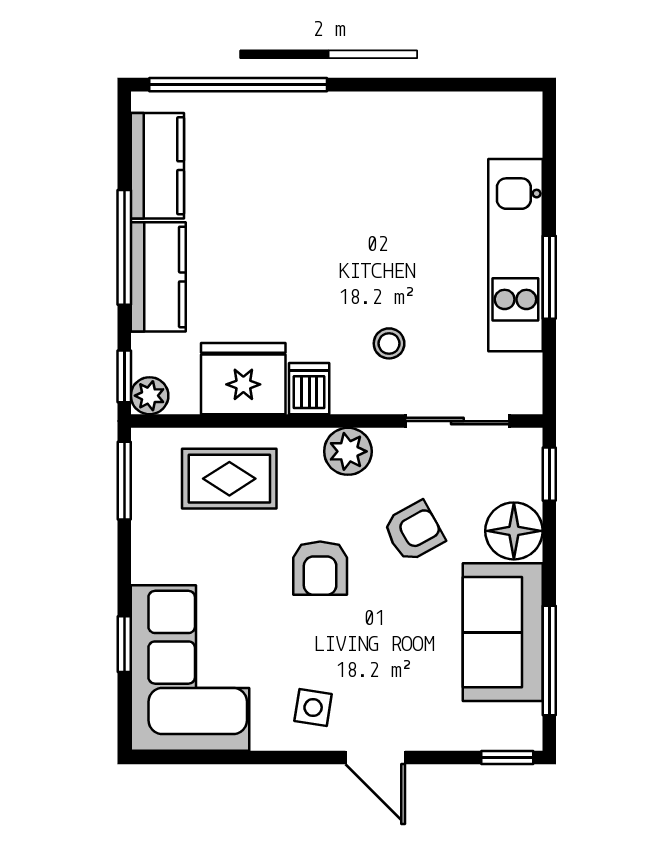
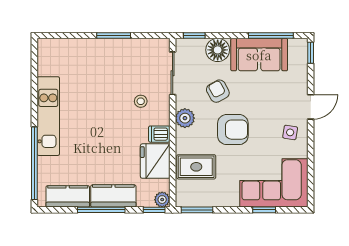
kitchen unit: (515, 255) -> (48, 116), moved, turned -90
rug: (229, 479) -> (196, 167), turned 90
armchair: (320, 568) -> (233, 130), width x1.38, depth x1.38

